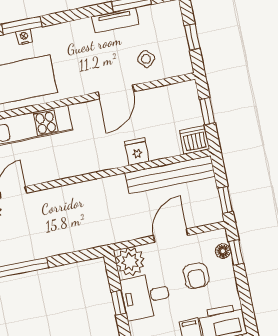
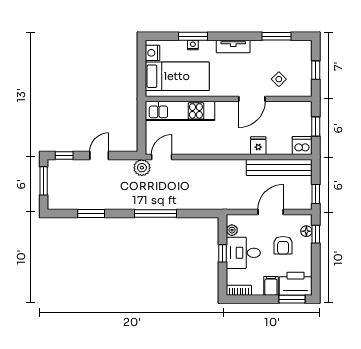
tv unit: (115, 20) -> (233, 46), moved
plant: (130, 262) -> (232, 230), width x0.53, depth x0.53

